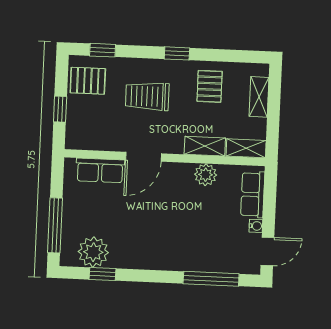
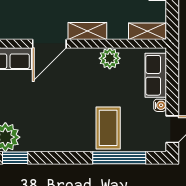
shelving: (205, 146) -> (87, 31), moved
coffee table: (201, 247) -> (108, 128), added

